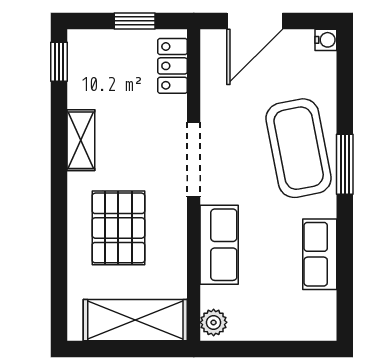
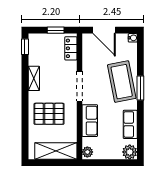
door: (255, 21) -> (104, 30), hinge flipped
pallet: (118, 228) -> (49, 114), turned 90
plant: (318, 322) -> (130, 152), added

